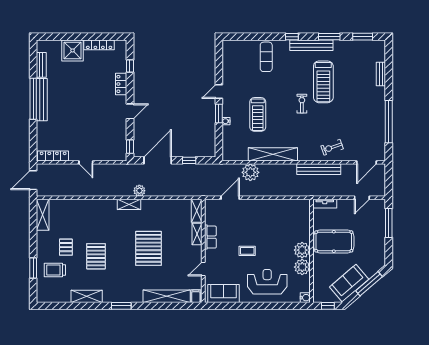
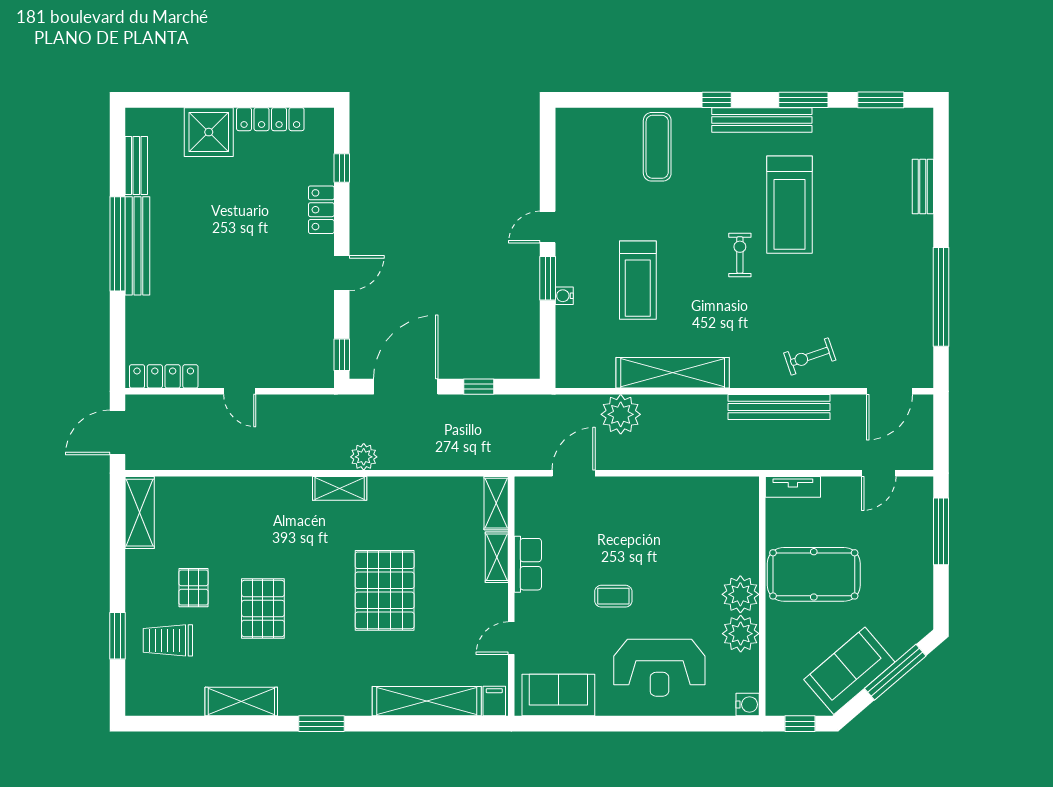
reception desk: (267, 282) -> (659, 668), turned 180

